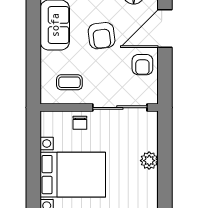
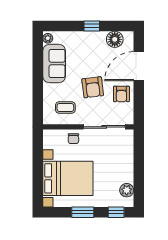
armchair: (102, 36) -> (93, 87), moved
plant: (149, 161) -> (127, 190), moved

